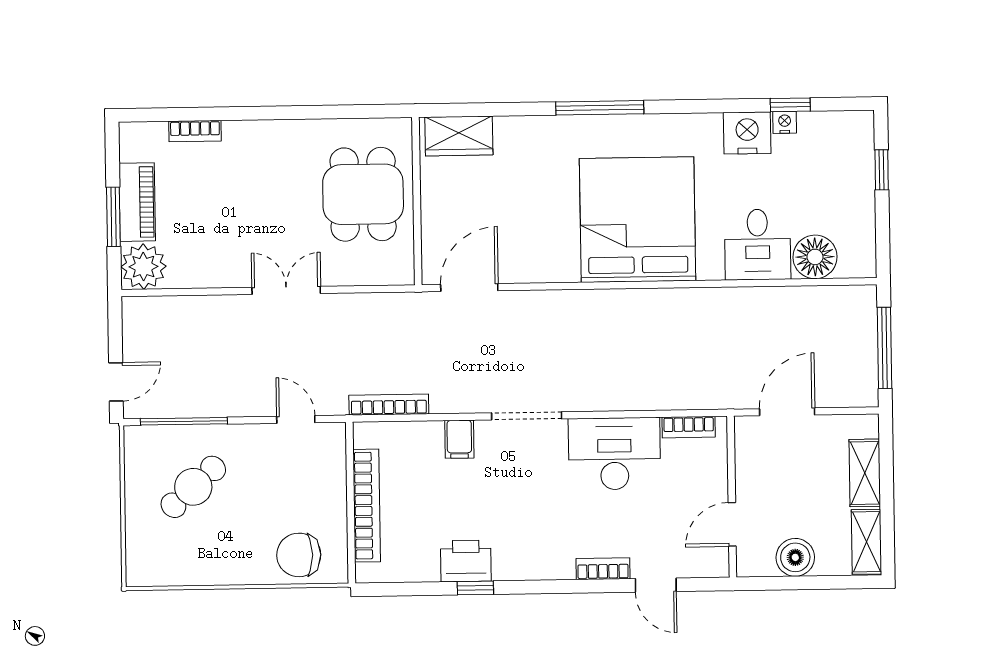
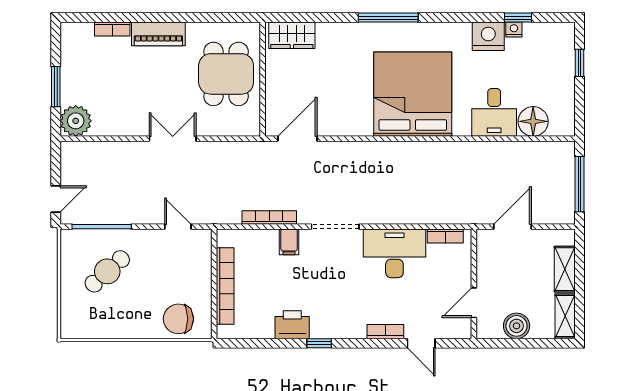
piano: (137, 202) -> (158, 34), moved, turned 90
bookcase: (389, 405) -> (269, 218), moved
window: (475, 588) -> (319, 343), moved

